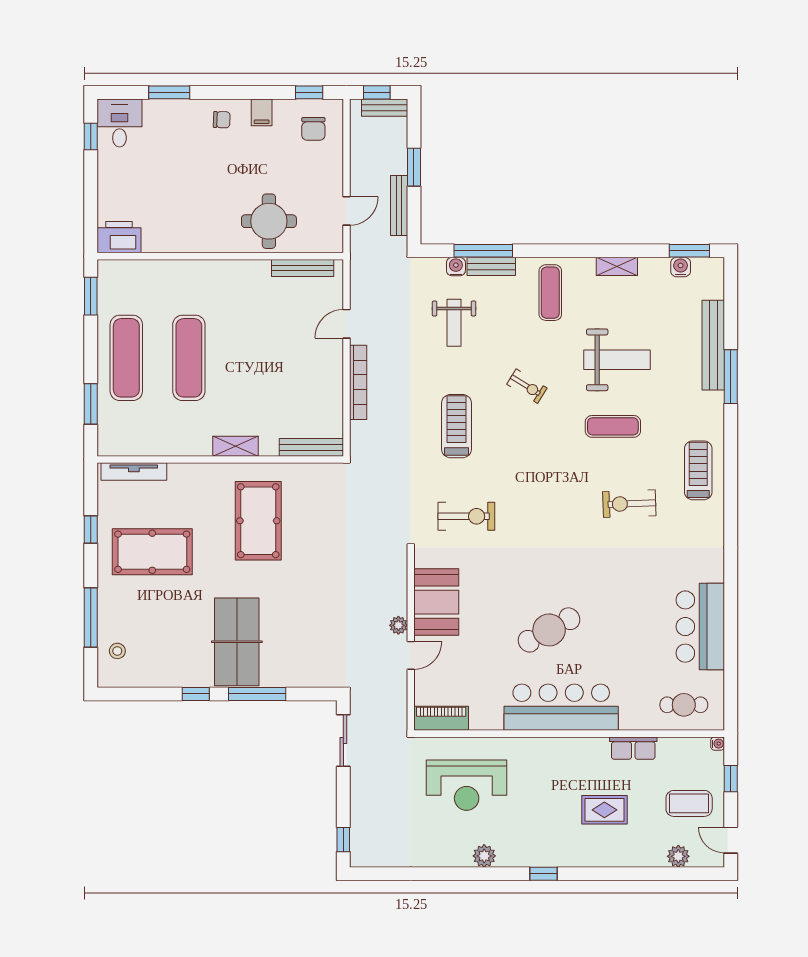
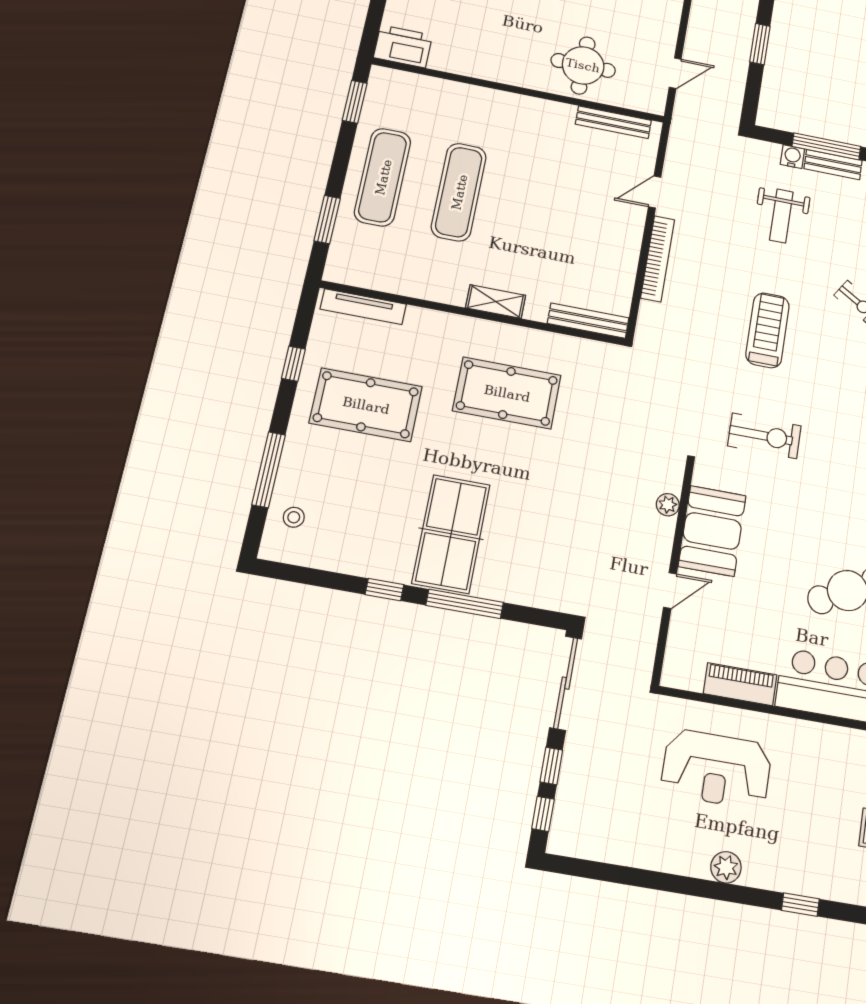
bench: (399, 205) -> (737, 80), removed
pool table: (258, 521) -> (507, 393), turned 90
plant: (398, 625) -> (668, 505), moved
piano: (441, 718) -> (740, 684), moved
sliding door: (343, 741) -> (566, 683), width x1.37
window: (343, 804) -> (551, 766), added

